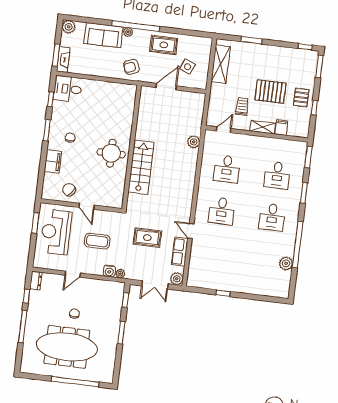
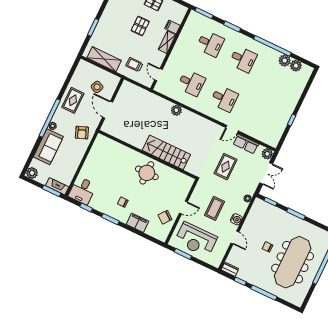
pallet: (270, 92) -> (140, 26), width x0.67, depth x0.71
trolley: (242, 106) -> (134, 65), moved
plant: (194, 142) -> (176, 110), moved
water cooler: (109, 271) -> (236, 219), moved
plant: (284, 278) -> (296, 66), added

